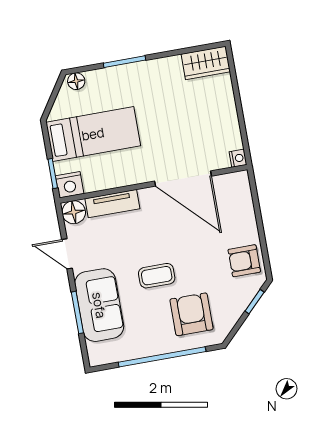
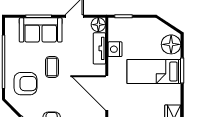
floor lamp: (76, 81) -> (171, 44), width x1.89, depth x1.89
bed: (93, 134) -> (154, 71), moved, turned 90
door: (183, 179) -> (107, 93), hinge flipped
nightstand: (70, 185) -> (115, 49), moved

